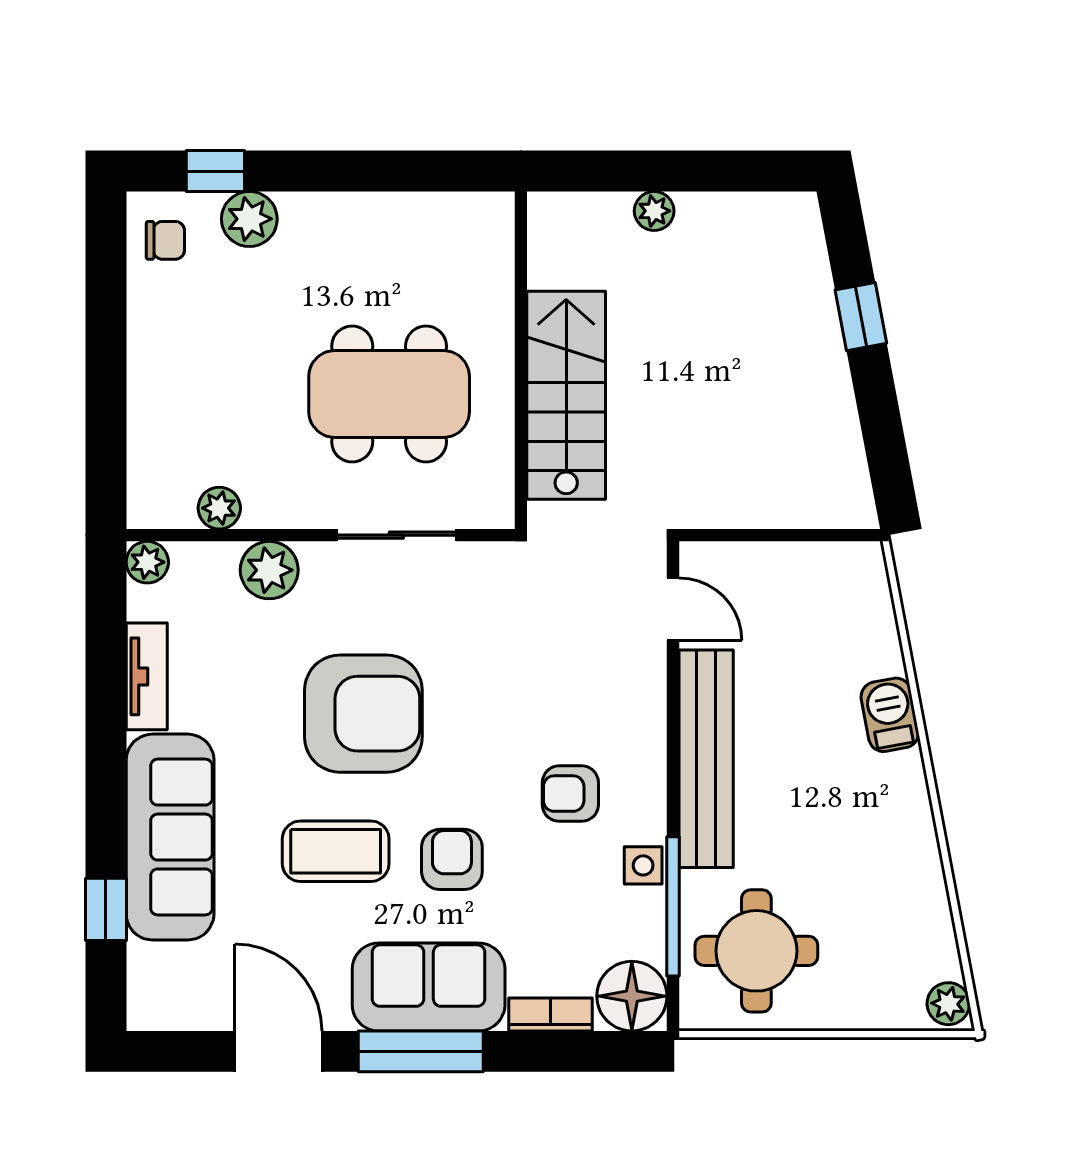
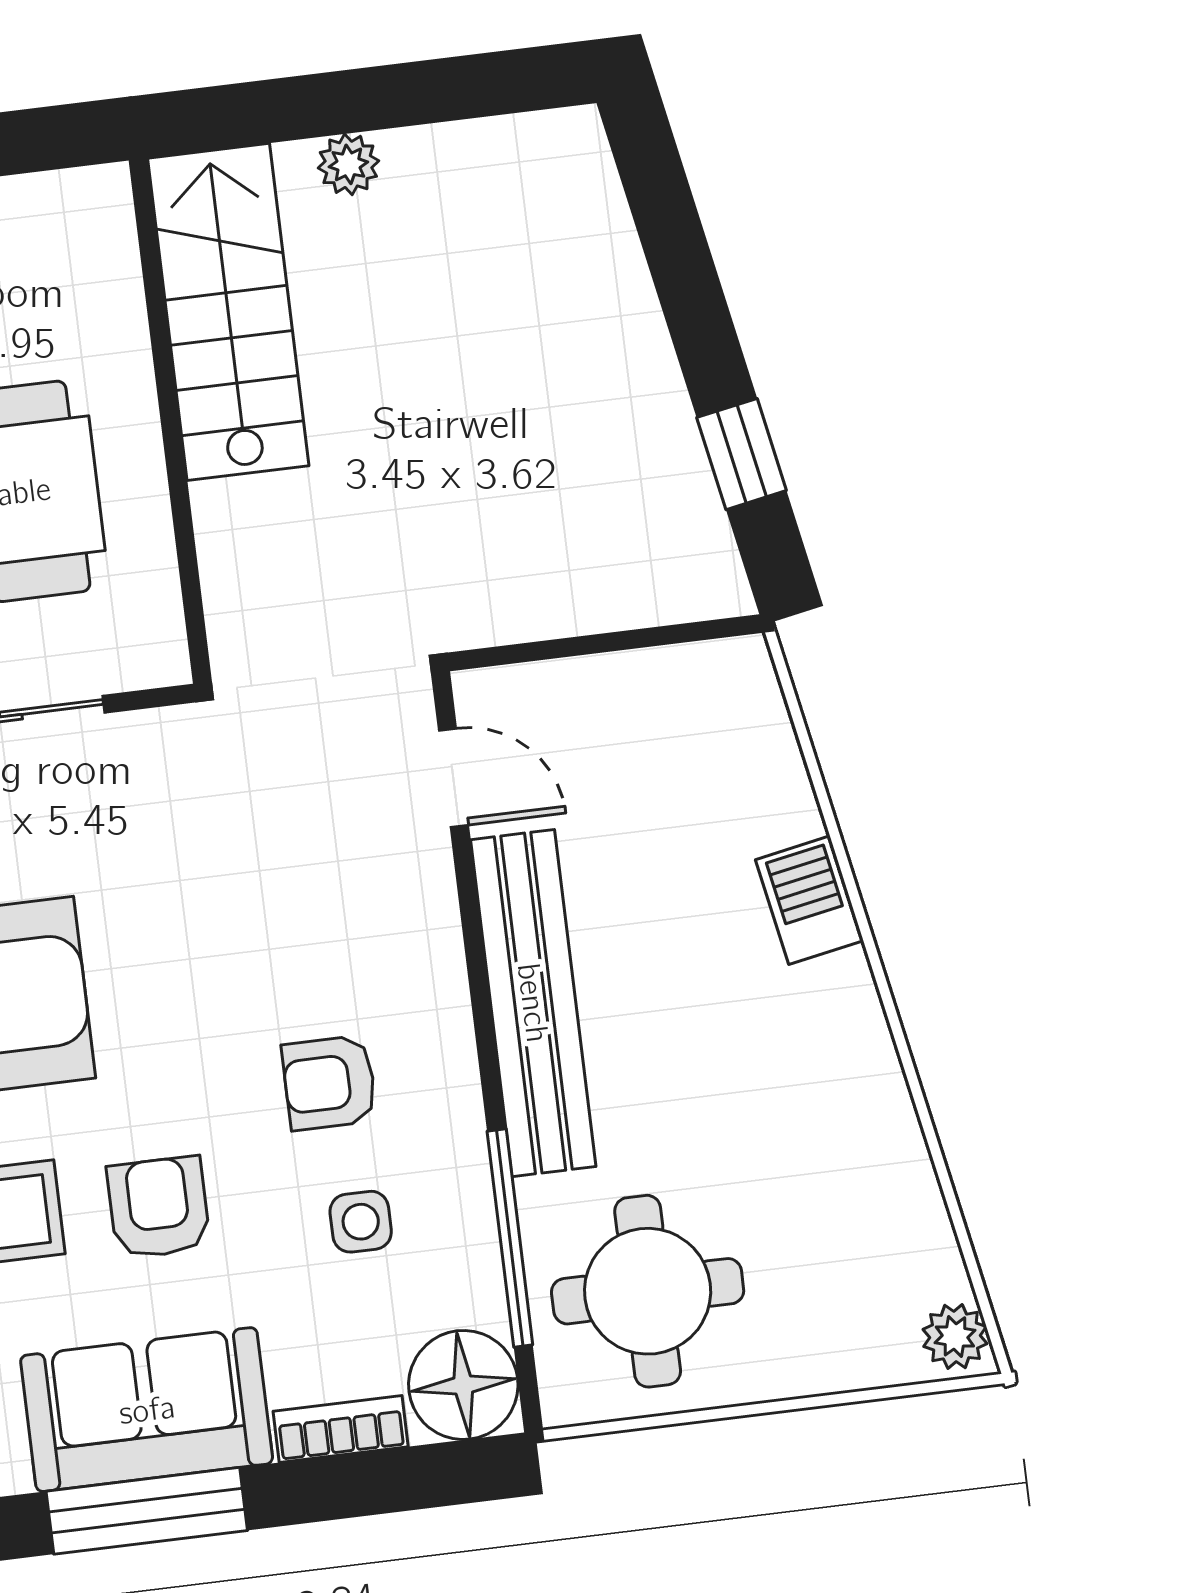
window: (861, 317) -> (742, 454), moved
stairs: (566, 395) -> (228, 312), moved
side table: (643, 865) -> (361, 1222), moved

